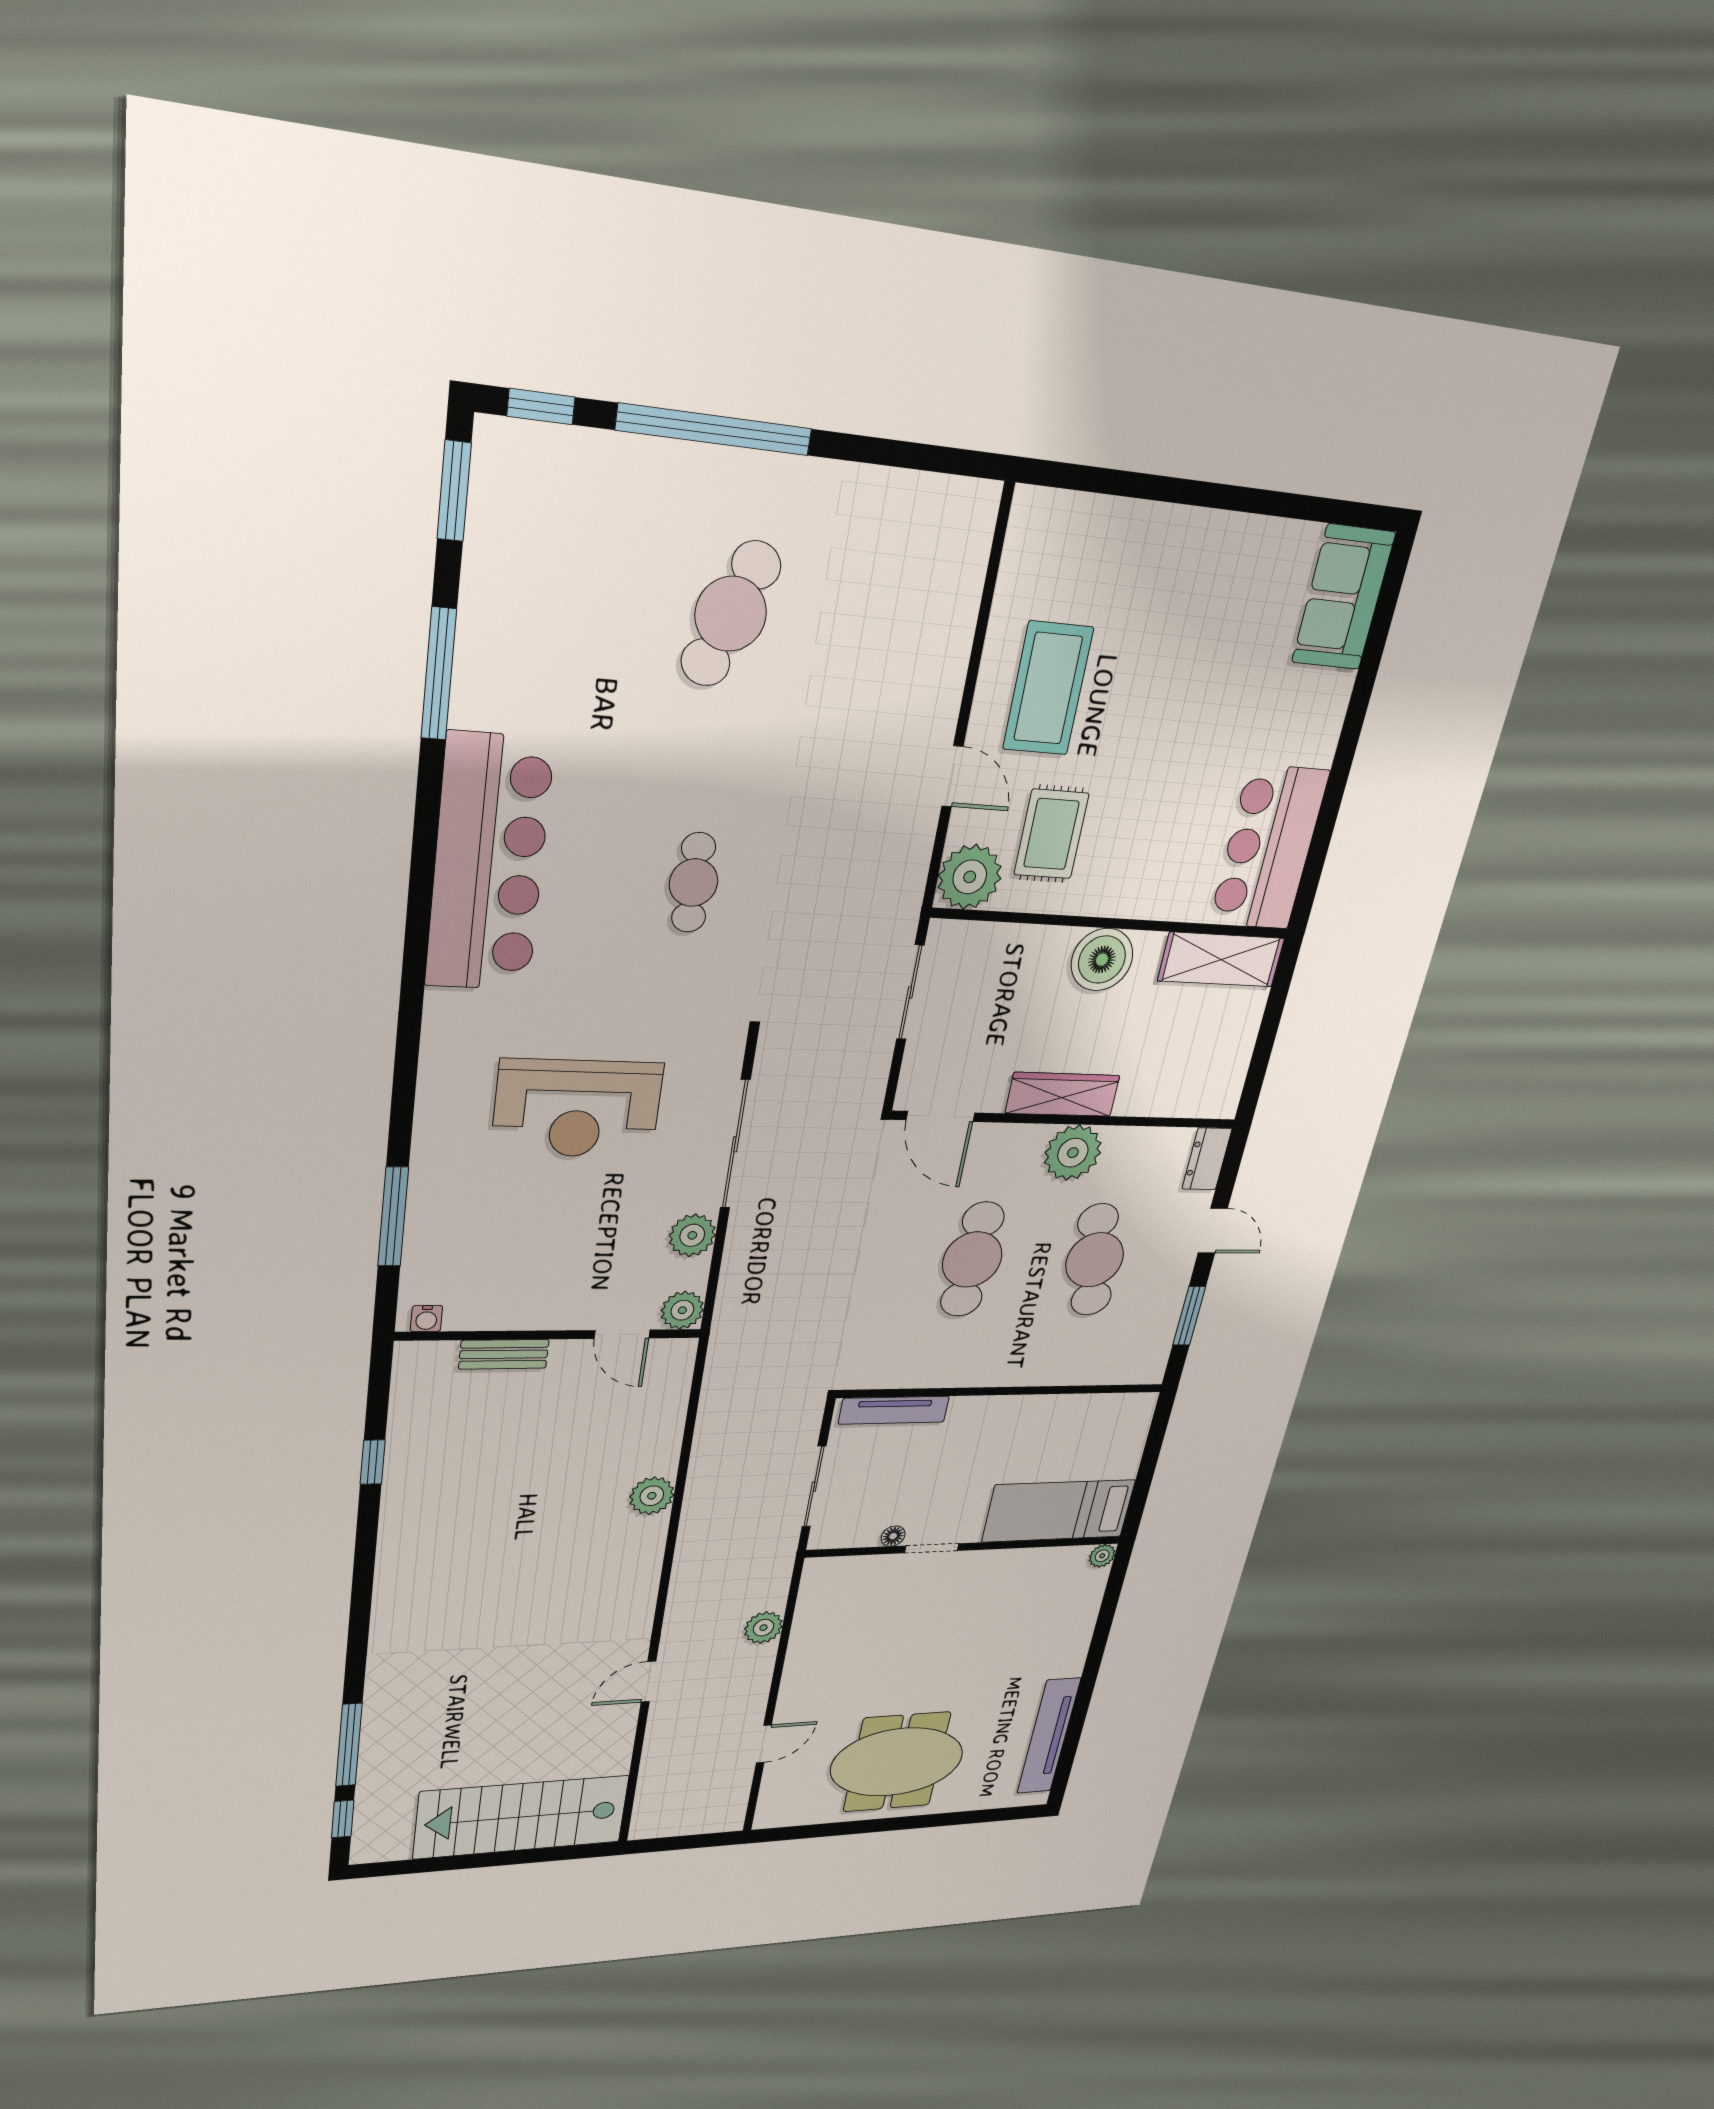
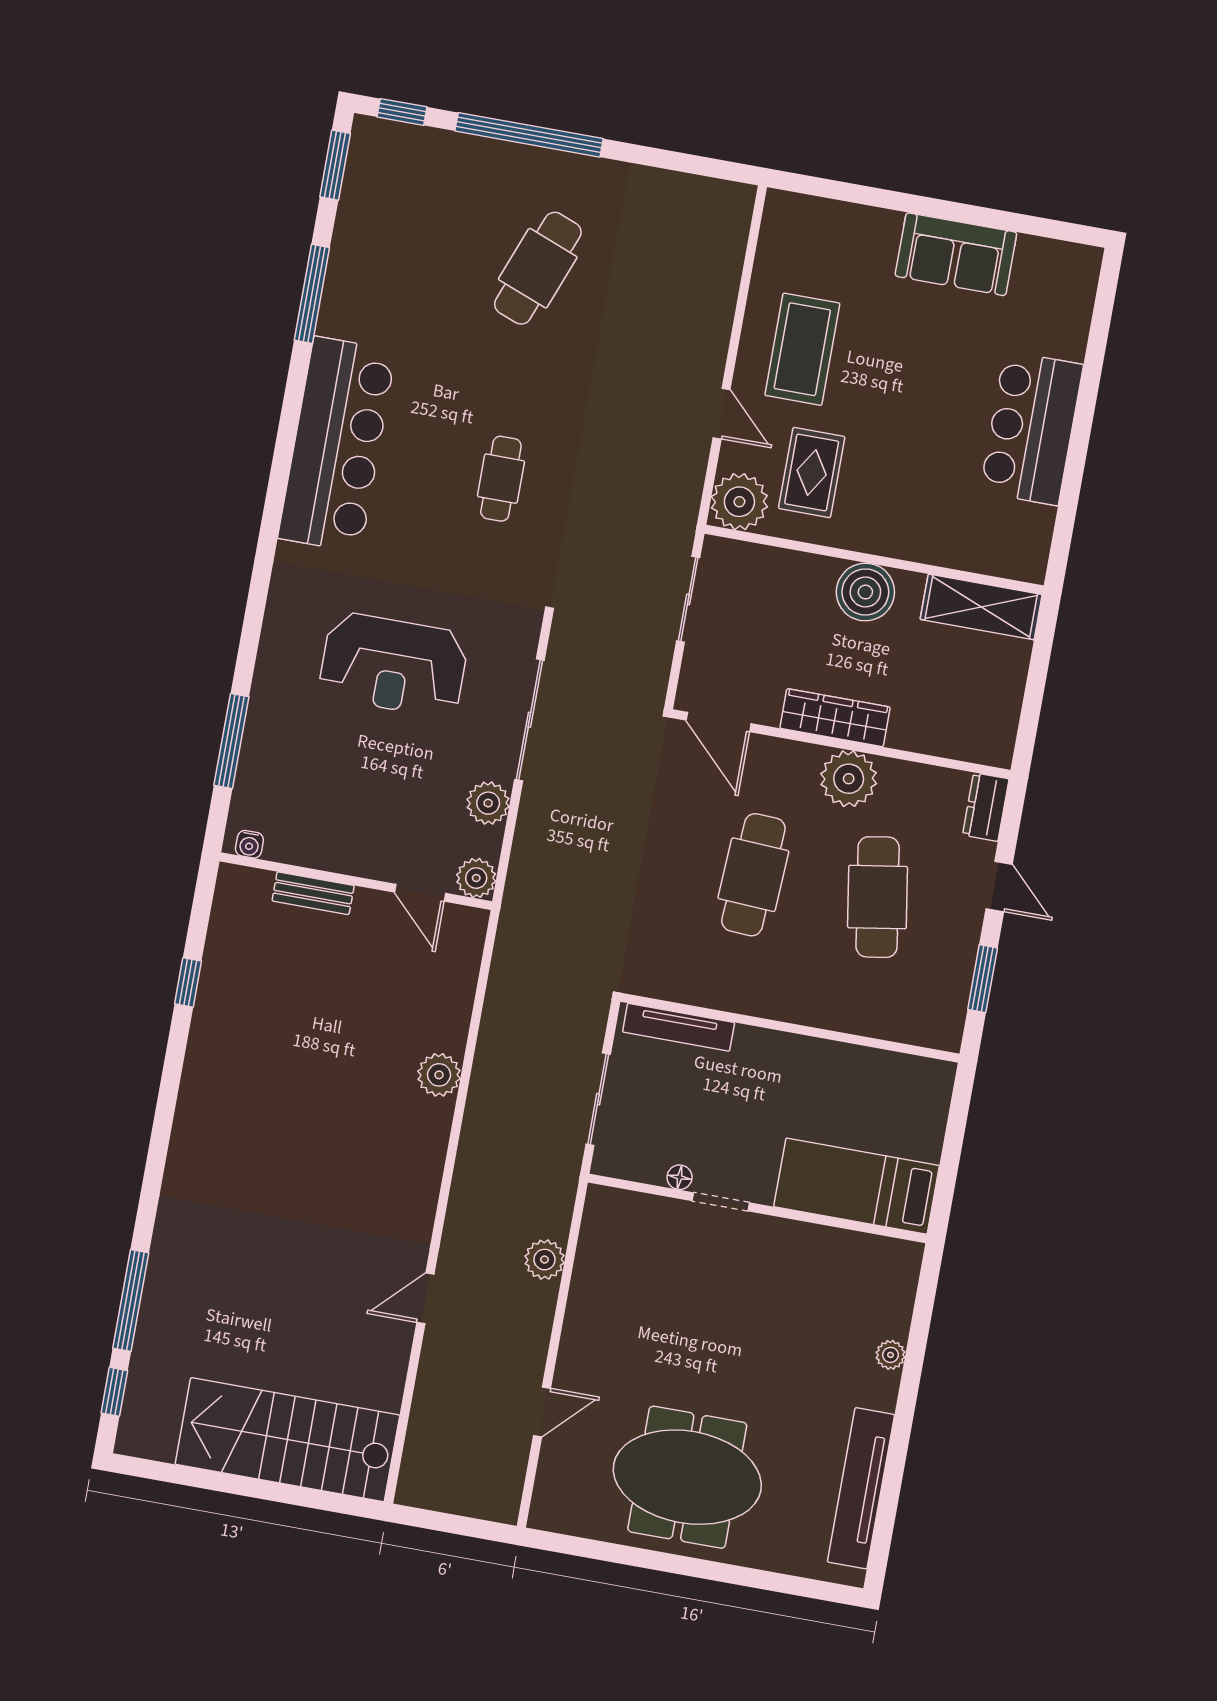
sofa: (1343, 598) -> (956, 254), moved, turned -90
bar counter: (1269, 848) -> (1031, 428), moved
plant: (1102, 1556) -> (891, 1355), moved

